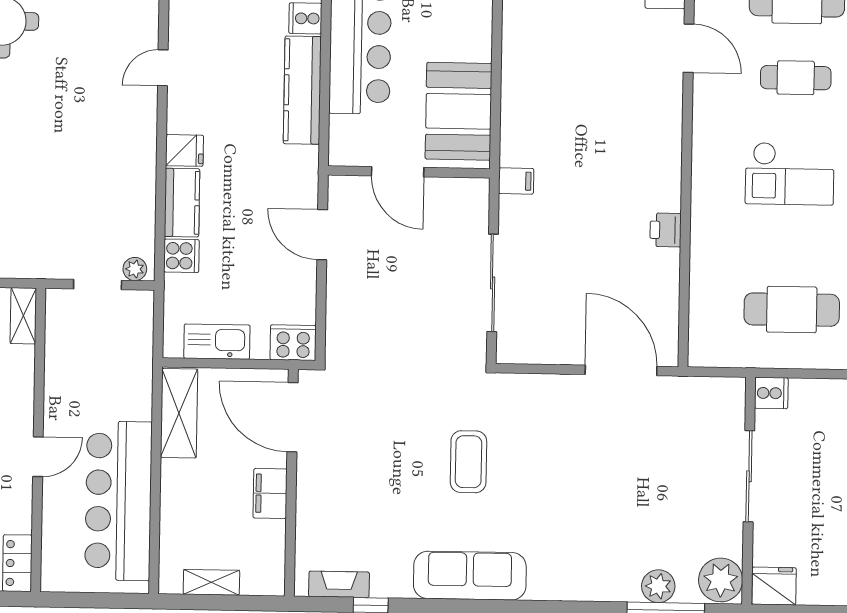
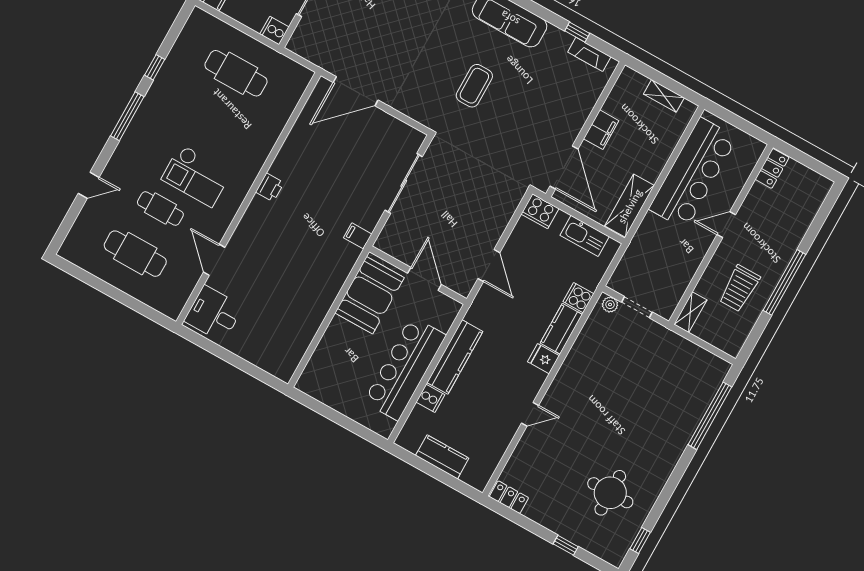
checkout: (790, 174) -> (196, 176), moved, turned 180
printer: (666, 230) -> (270, 187), moved
door: (621, 370) -> (356, 91), hinge flipped

